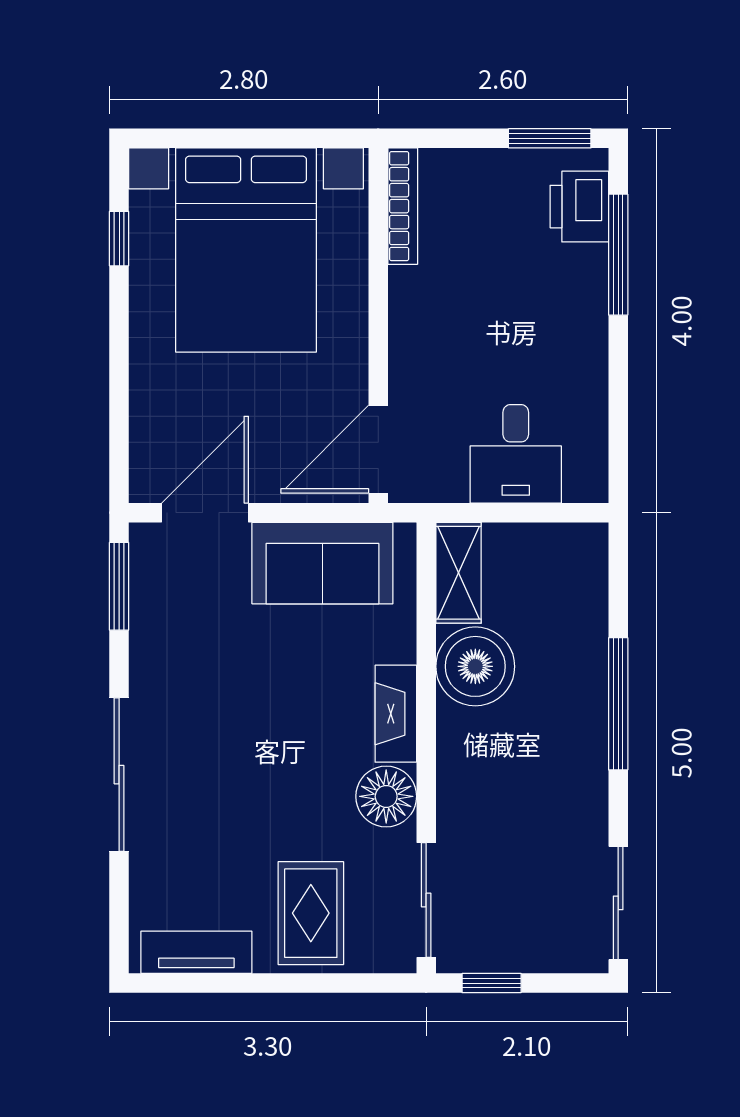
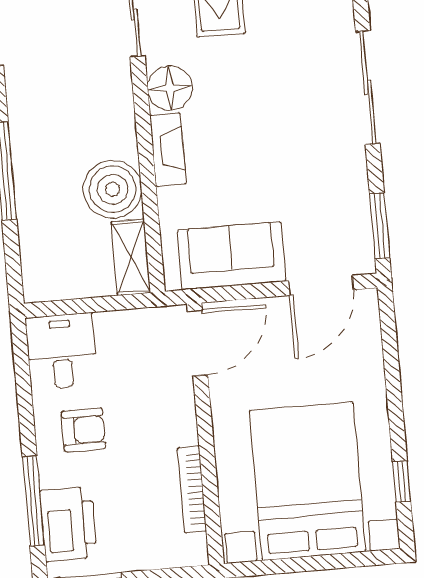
bookcase: (403, 206) -> (192, 490), moved
printer: (579, 207) -> (68, 524), width x1.37, depth x1.19
armchair: (542, 345) -> (83, 430), added
desk: (516, 454) -> (62, 351), moved

